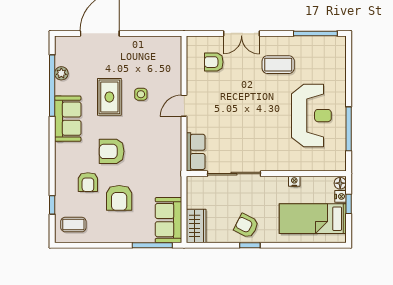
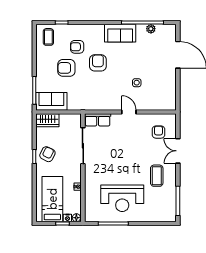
rug: (109, 97) -> (135, 61), removed

